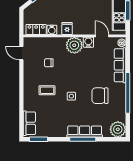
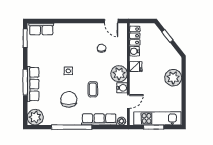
door: (21, 53) -> (111, 21), swing flipped
coffee table: (47, 90) -> (93, 89), moved

